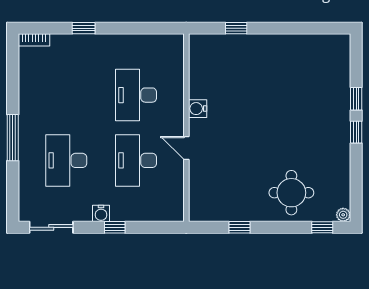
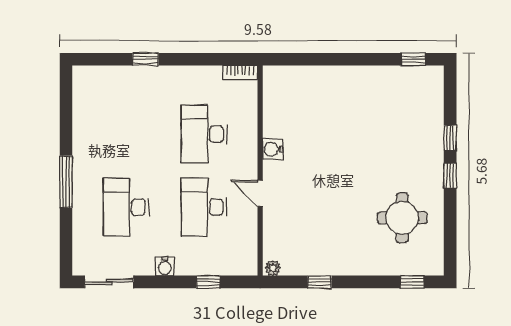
window: (236, 28) -> (413, 59), moved
bookcase: (34, 40) -> (240, 72), moved
round table: (291, 193) -> (402, 218), moved
plant: (343, 215) -> (273, 268), moved
window: (115, 227) -> (208, 282), moved

